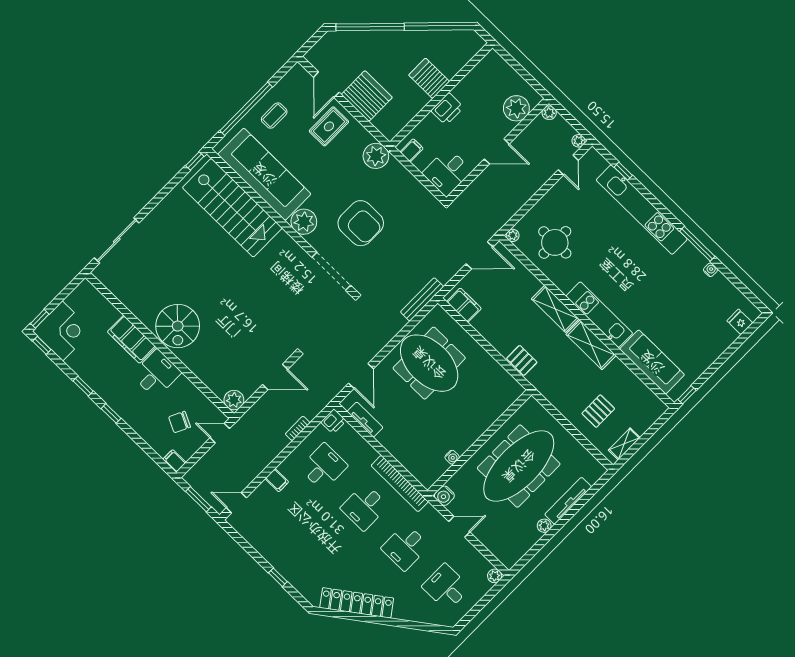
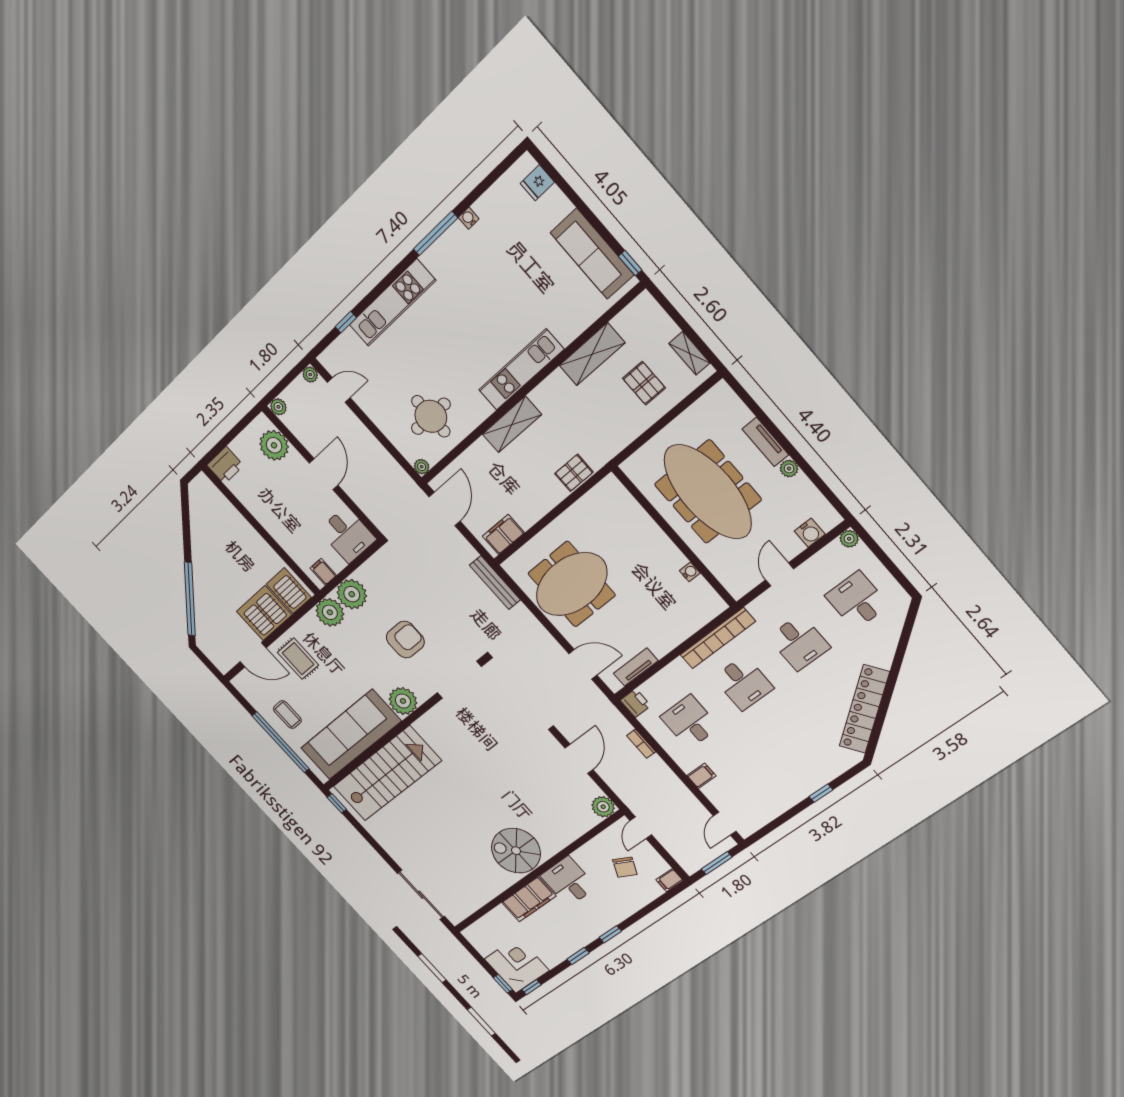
server rack: (429, 78) -> (289, 591), moved, turned 90
printer: (447, 109) -> (225, 465), moved, turned 90
plant: (395, 176) -> (352, 594), added
kitchen unit: (642, 210) -> (392, 303), width x0.73
armchair: (361, 223) -> (405, 640), width x0.73, depth x0.73
spiral stairs: (178, 326) -> (516, 851), turned 180
shelving: (591, 345) -> (592, 354), moved
sofa: (652, 362) -> (592, 254), moved, turned -90
water cooler: (444, 496) -> (810, 533), moved
tv unit: (568, 501) -> (765, 442), width x0.71
desk: (446, 587) -> (857, 600), turned 90

